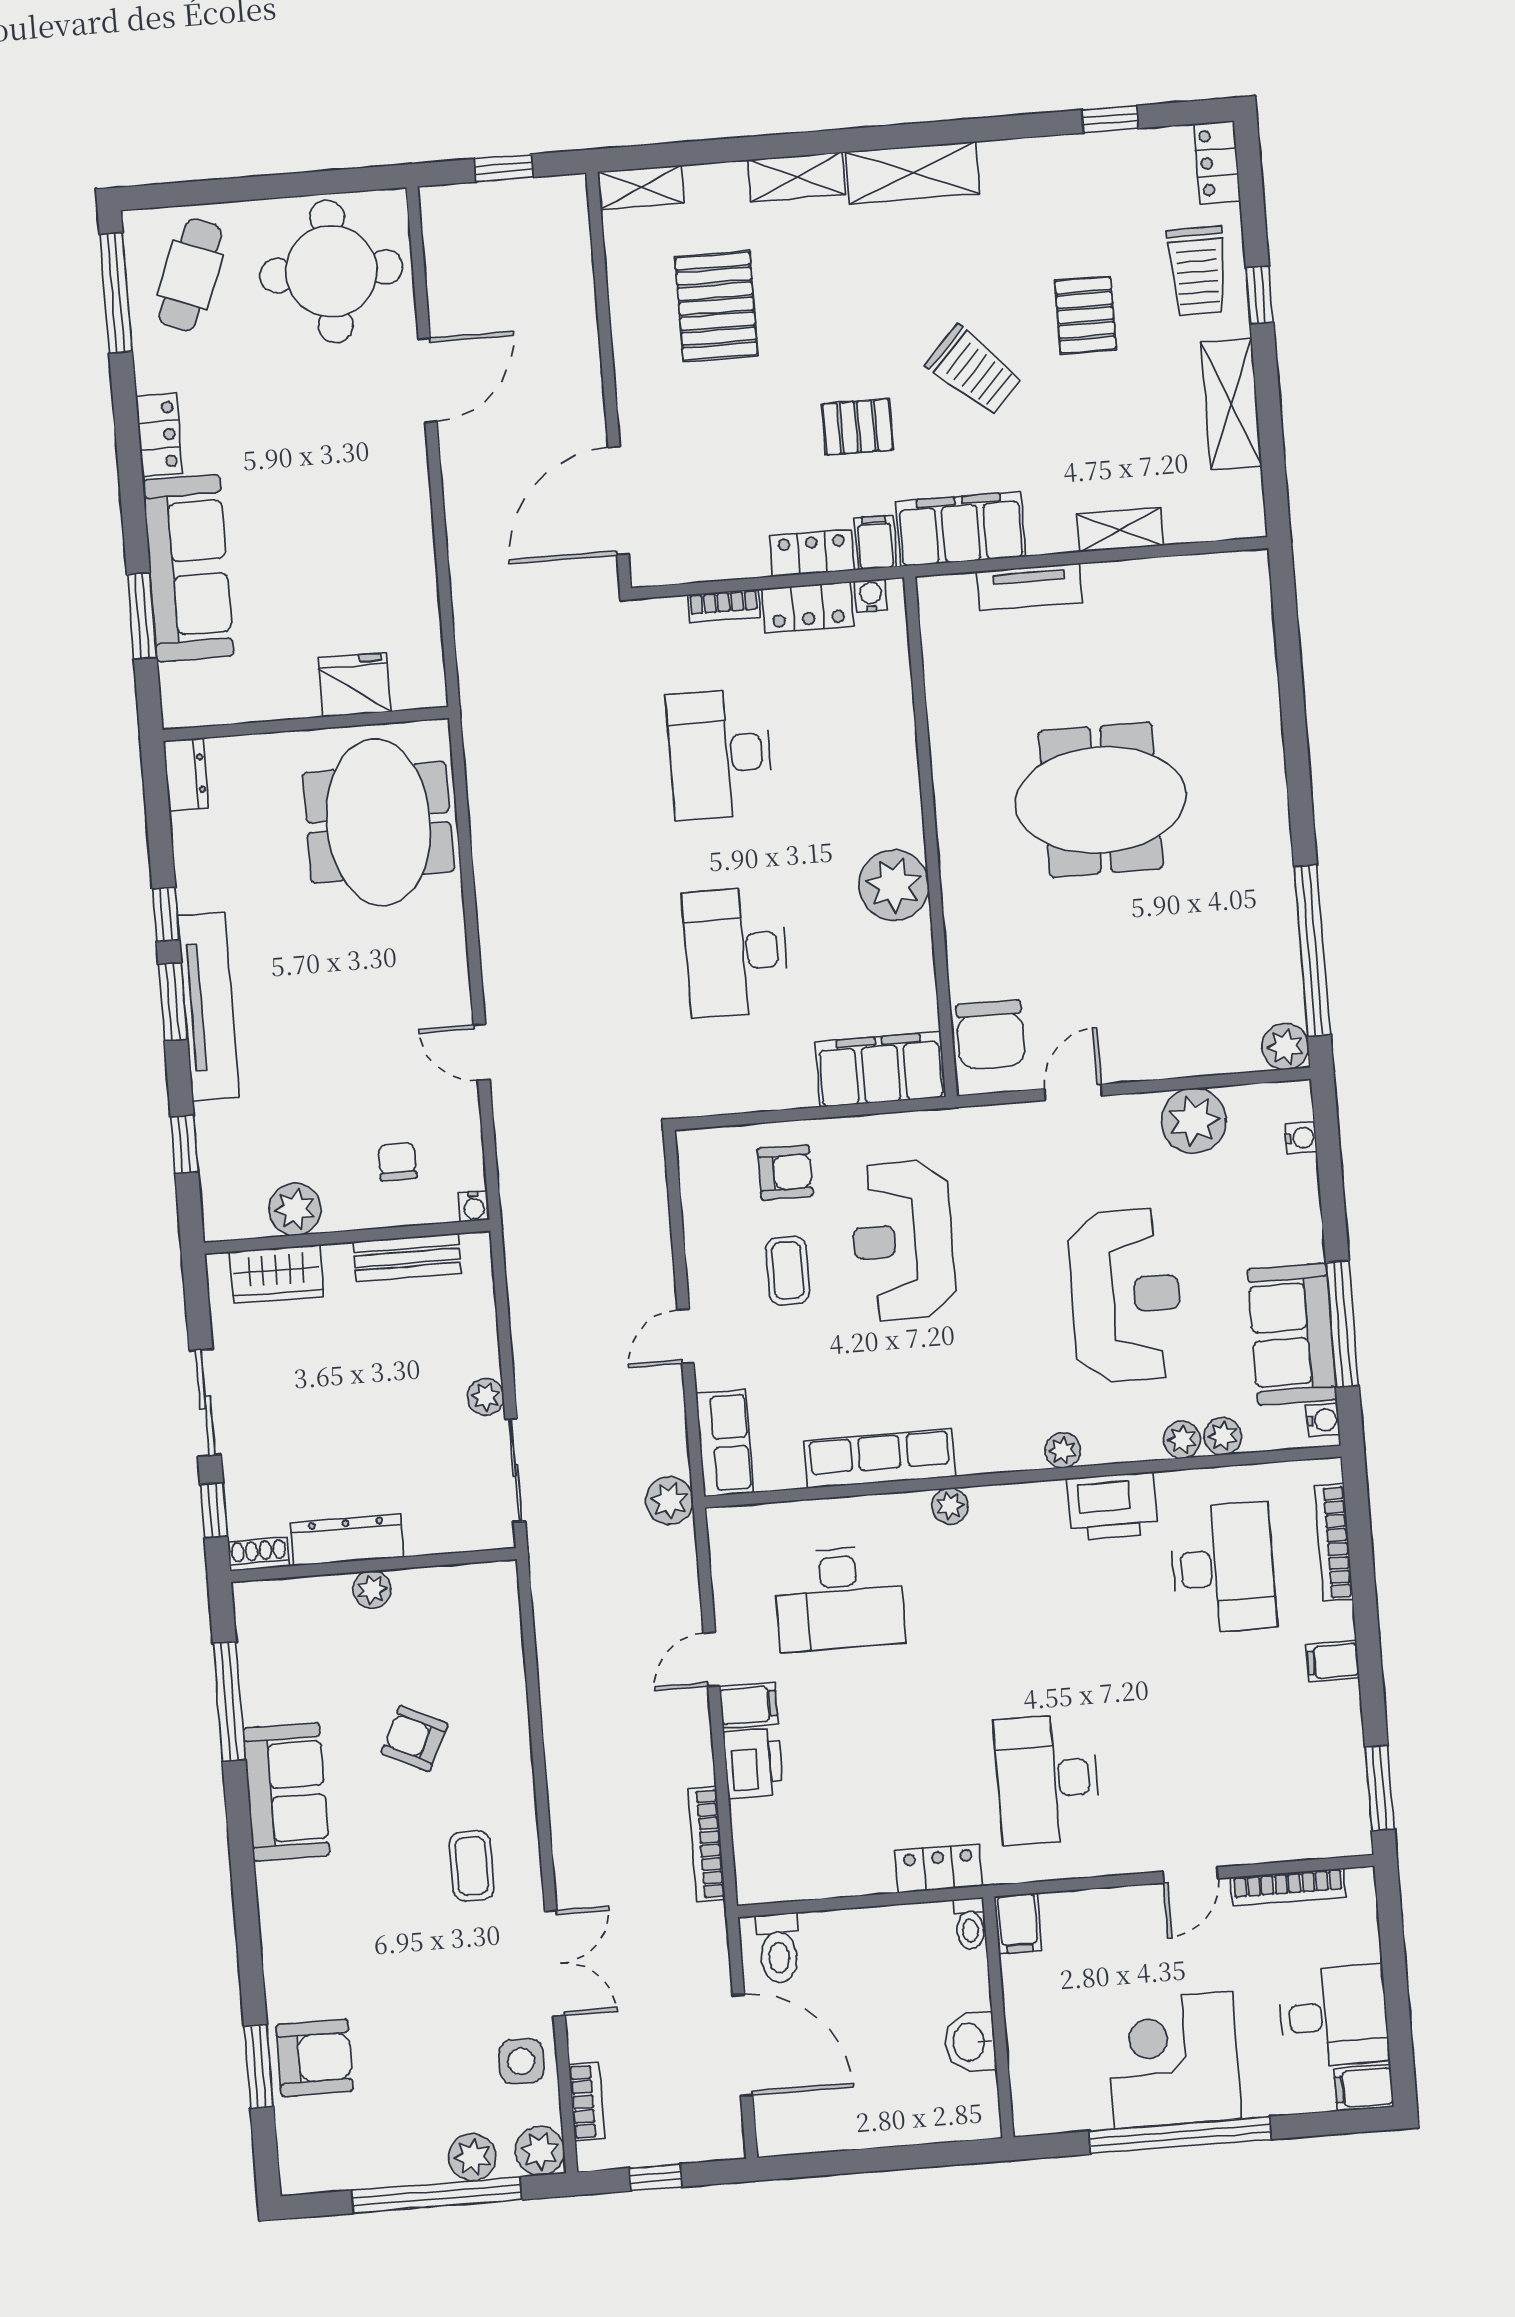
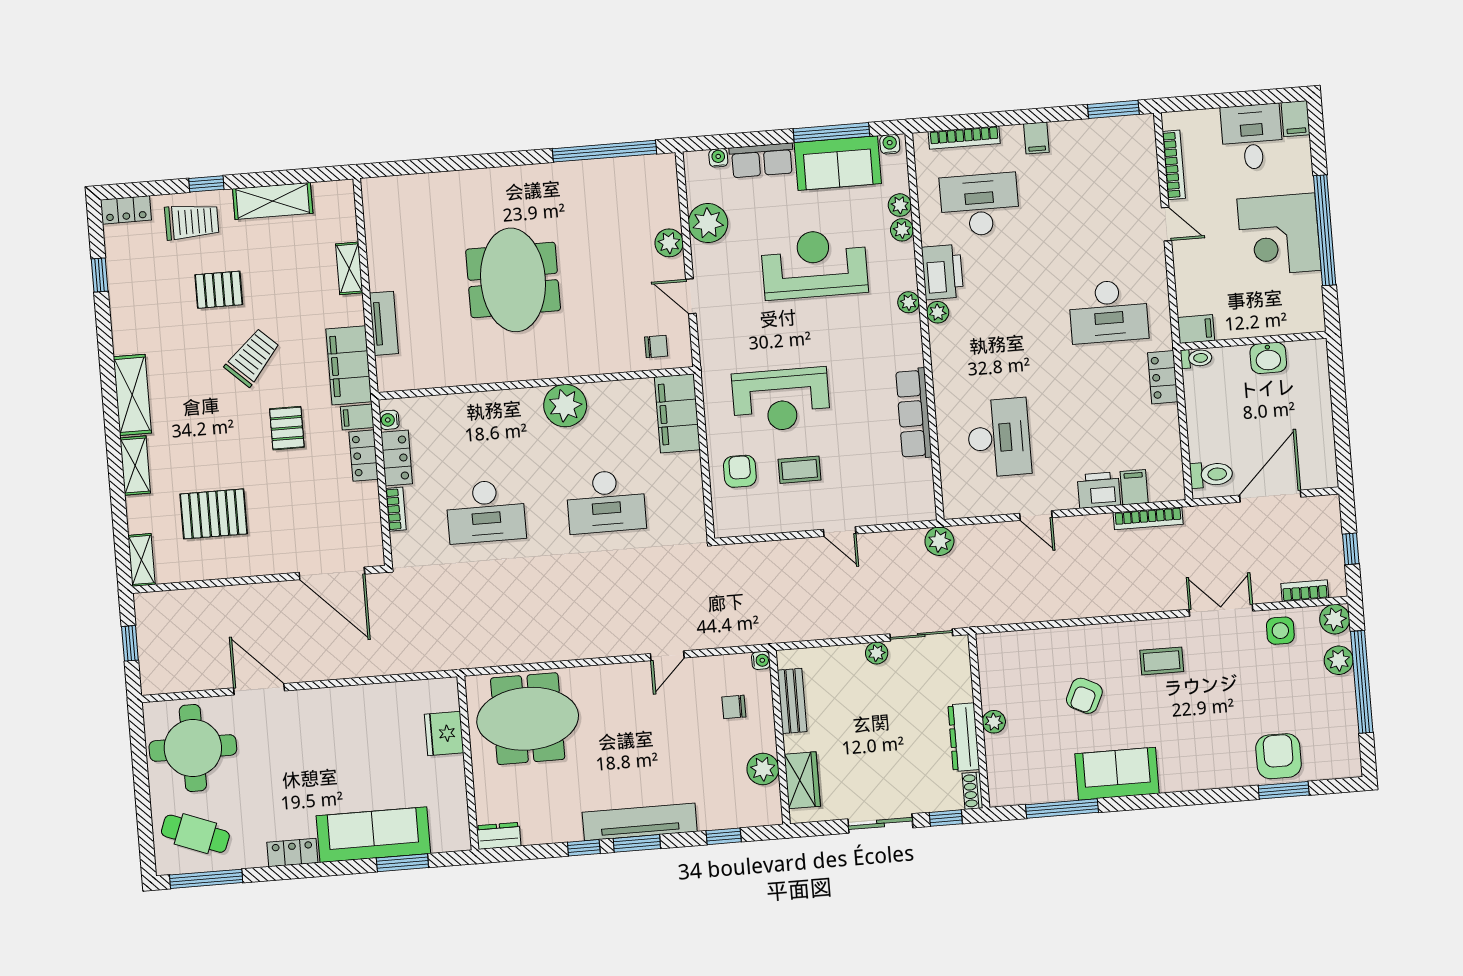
chair: (991, 1035) -> (656, 347), width x0.54, depth x0.54
plant: (1285, 1046) -> (669, 243), moved
row of seats: (725, 1443) -> (762, 160), moved, turned 180
plant: (950, 1506) -> (938, 312), moved
filing cabinet: (749, 1705) -> (1134, 487), moved

